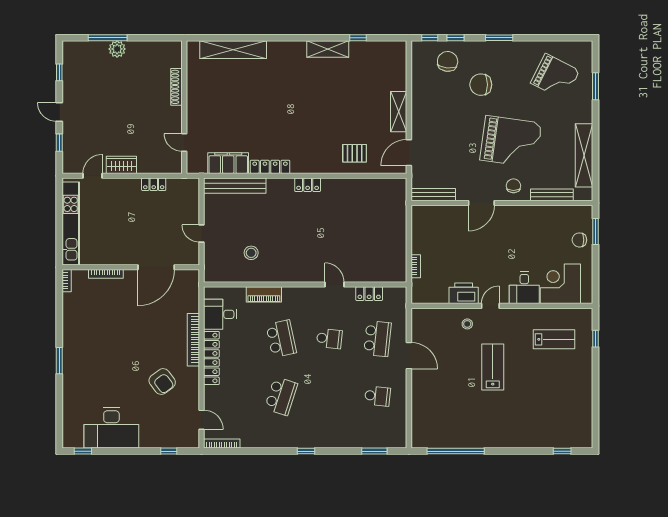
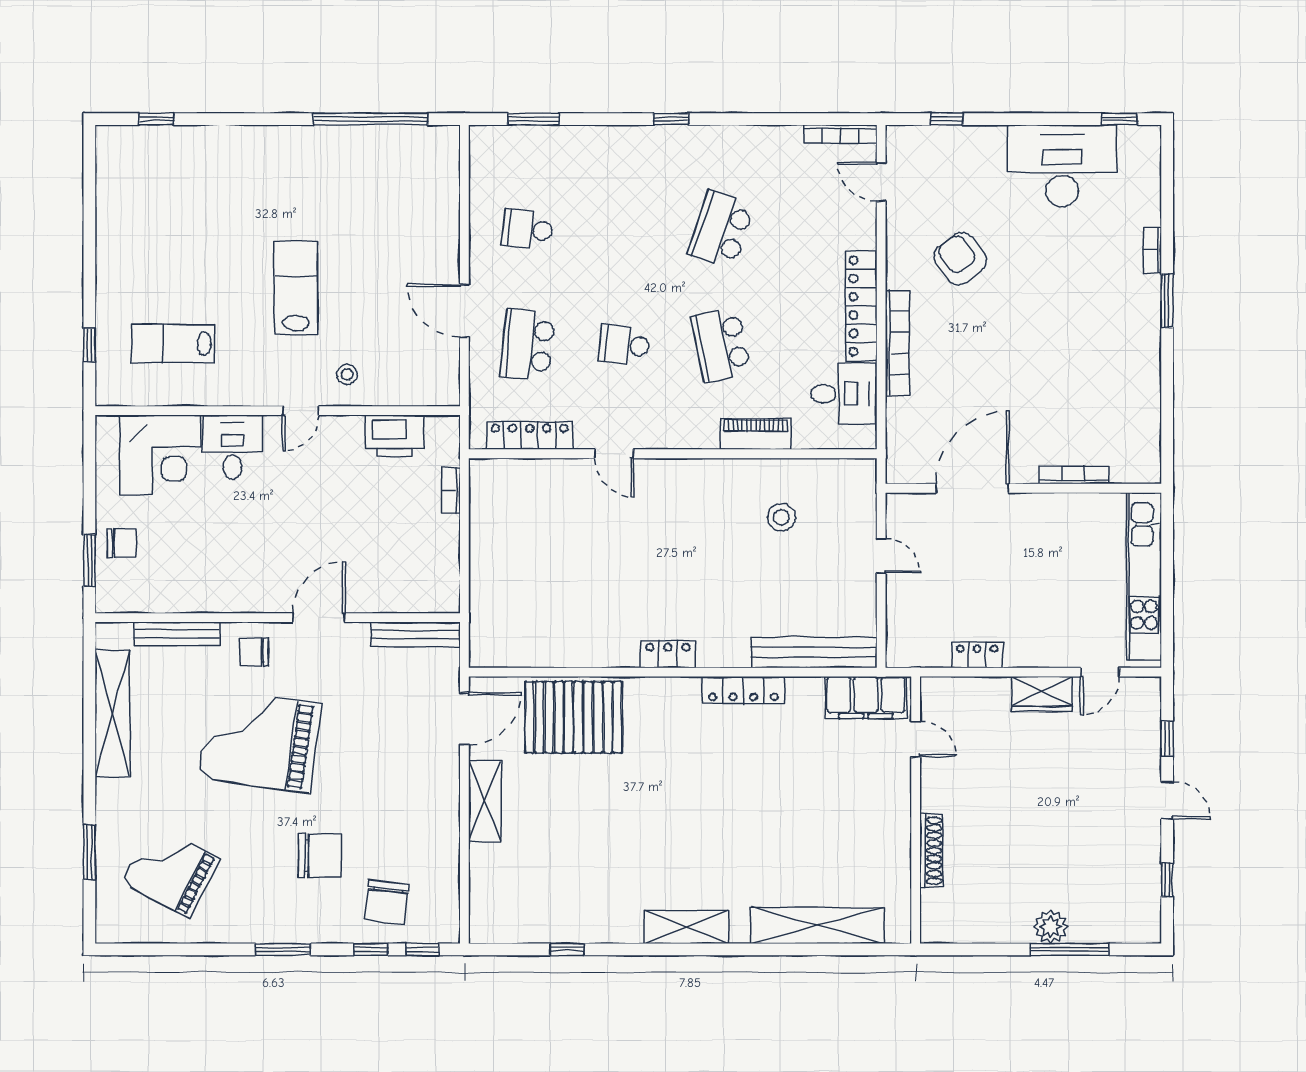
shelving: (328, 49) -> (686, 927), moved
pallet: (355, 153) -> (574, 717), width x2.05, depth x2.00
filing cabinet: (228, 163) -> (866, 698), moved
chair: (513, 186) -> (254, 652), turned 90
bookcase: (67, 281) -> (1152, 250), moved
printer: (464, 293) -> (395, 436), moved
locker: (369, 294) -> (530, 435), width x1.53
lab bench: (493, 367) -> (296, 288), turned 180

